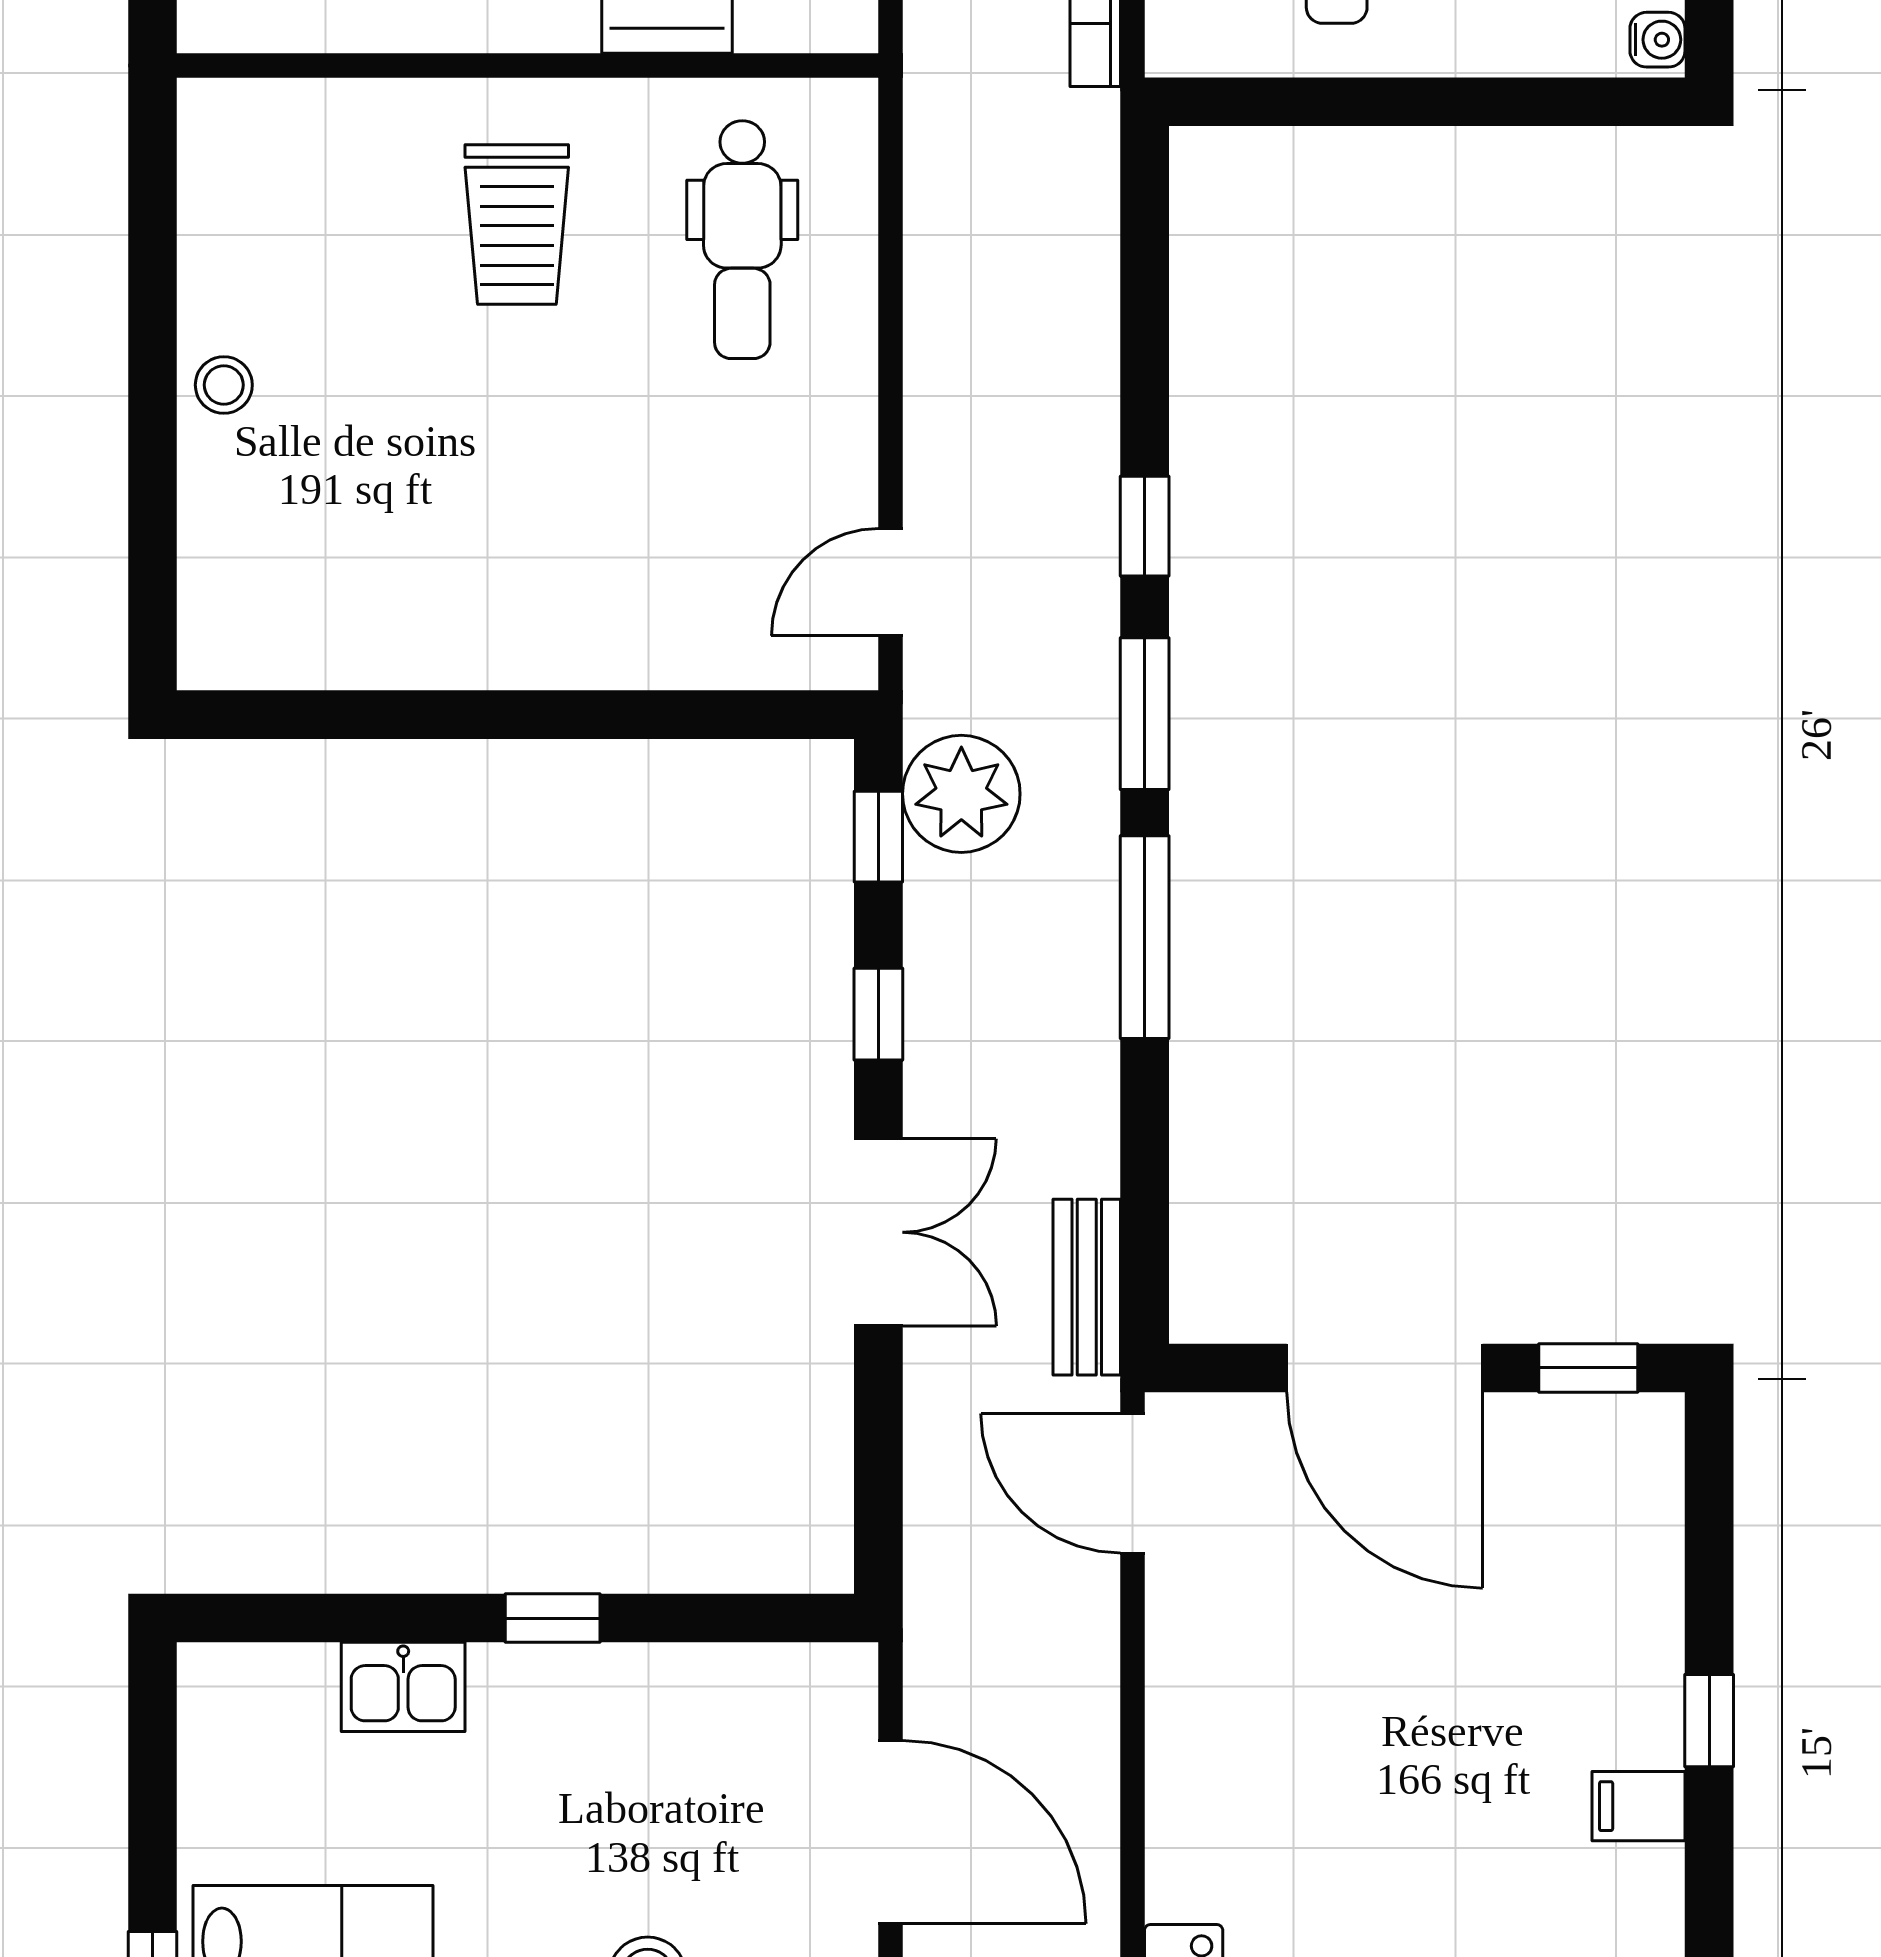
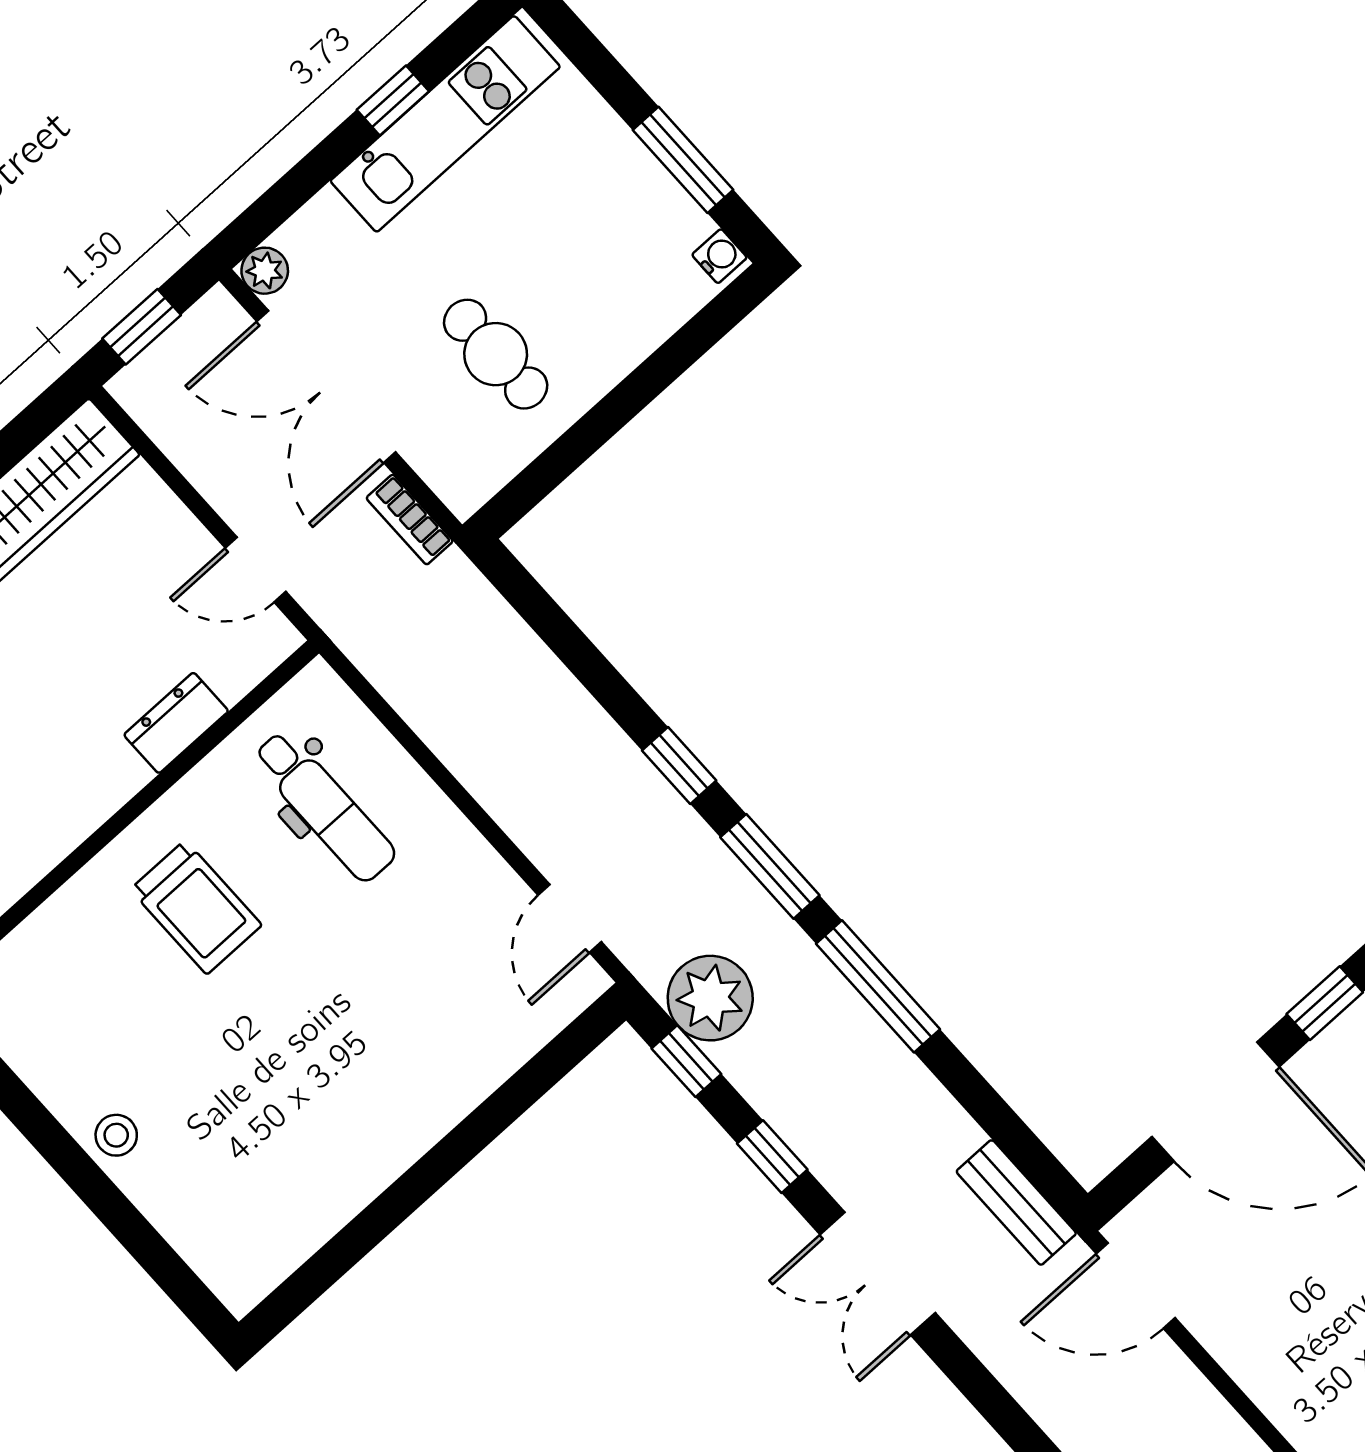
double door: (878, 1232) -> (878, 1274), swing flipped

